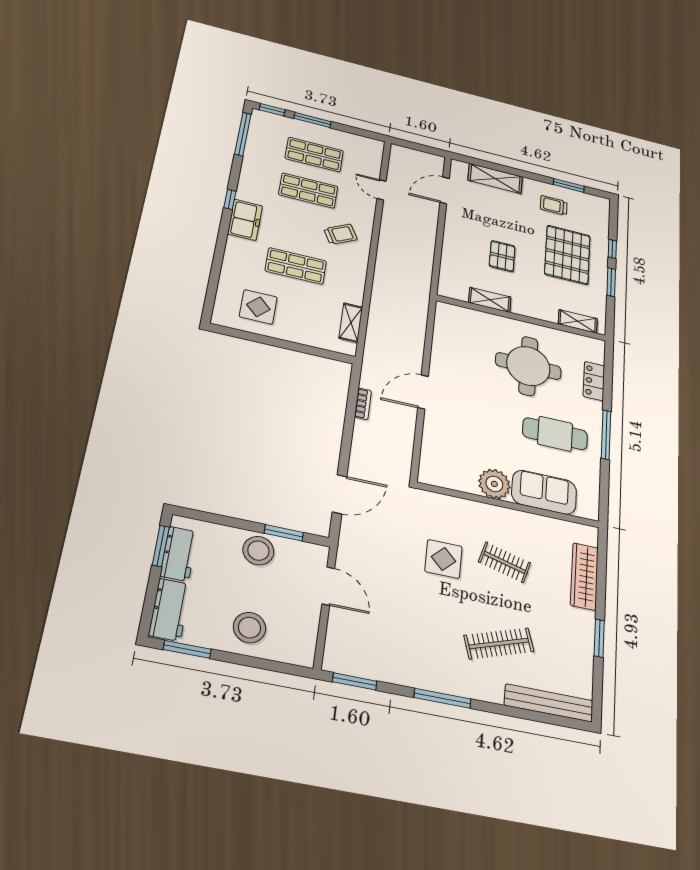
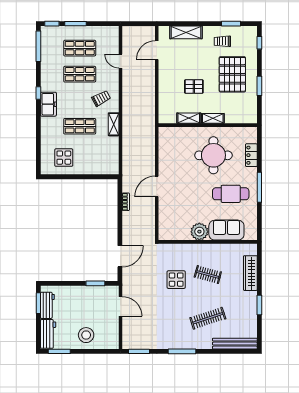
window: (612, 249) -> (259, 43), moved
pallet: (502, 256) -> (194, 86), turned 90
shelving: (578, 321) -> (213, 118), moved
shelving: (351, 323) -> (114, 124), moved
stool: (258, 551) -> (84, 295), removed

